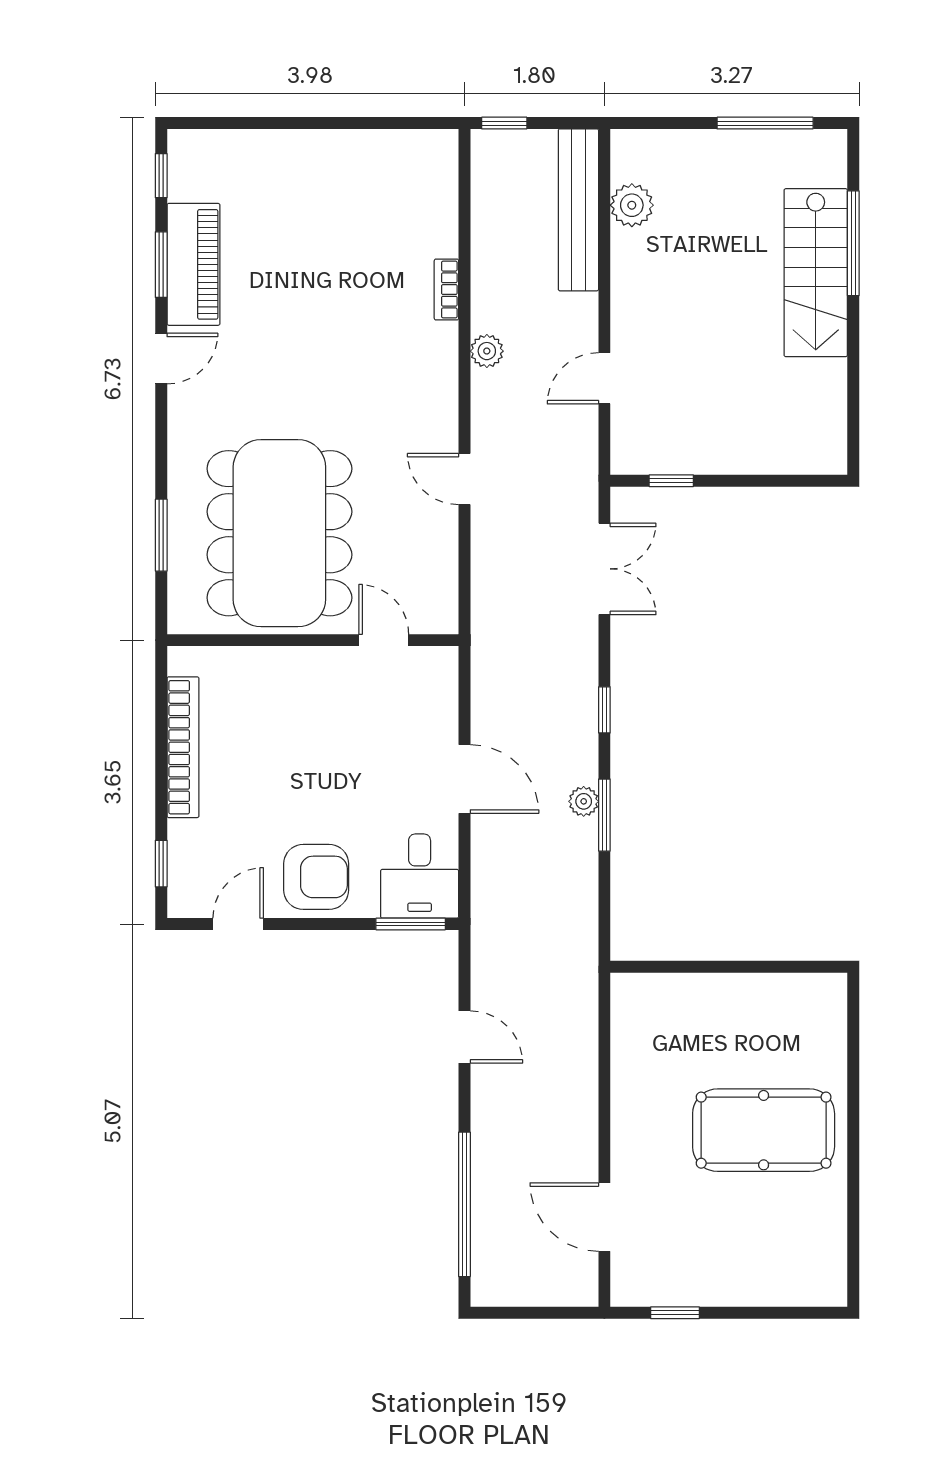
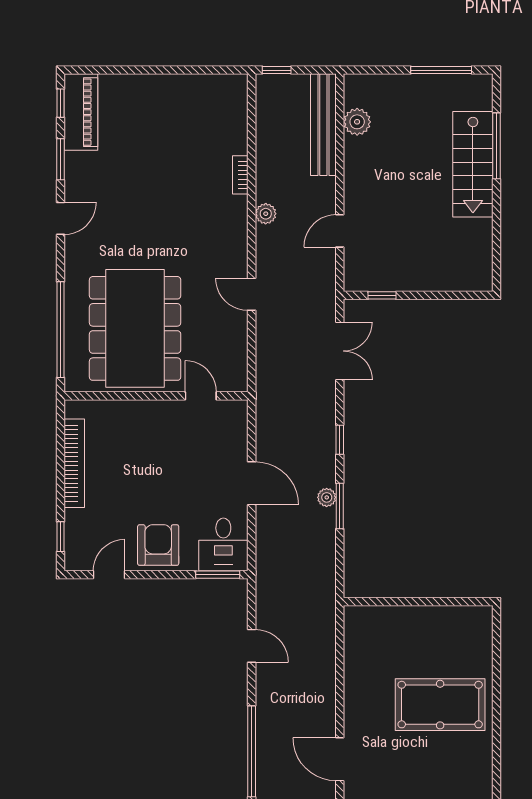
piano: (193, 264) -> (81, 112), moved
window: (161, 535) -> (61, 330), width x2.11
armchair: (316, 877) -> (158, 545), turned -90

